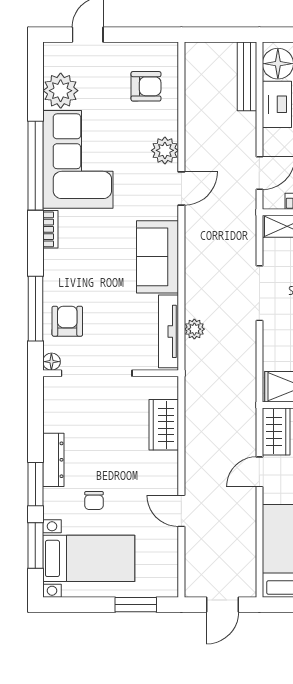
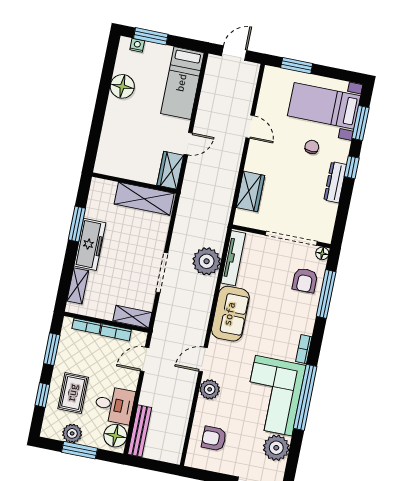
plant: (194, 329) -> (207, 261), width x1.88, depth x1.88
window: (35, 484) -> (352, 167), width x0.67

